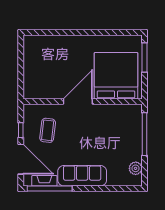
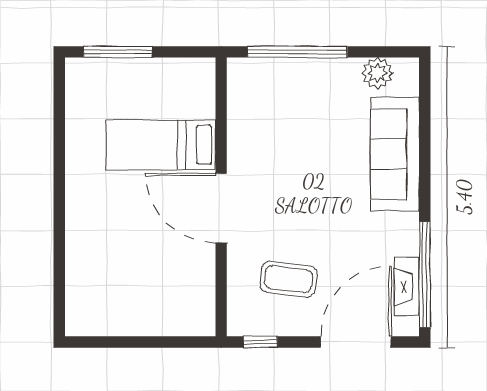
bed: (116, 76) -> (161, 145), width x0.49
window: (21, 130) -> (260, 342), moved
sofa: (82, 176) -> (395, 154), moved

